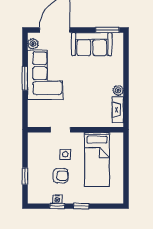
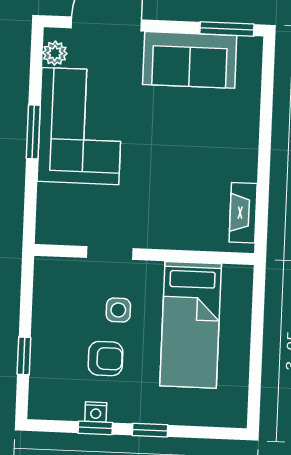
plant: (118, 90) -> (246, 168), removed

